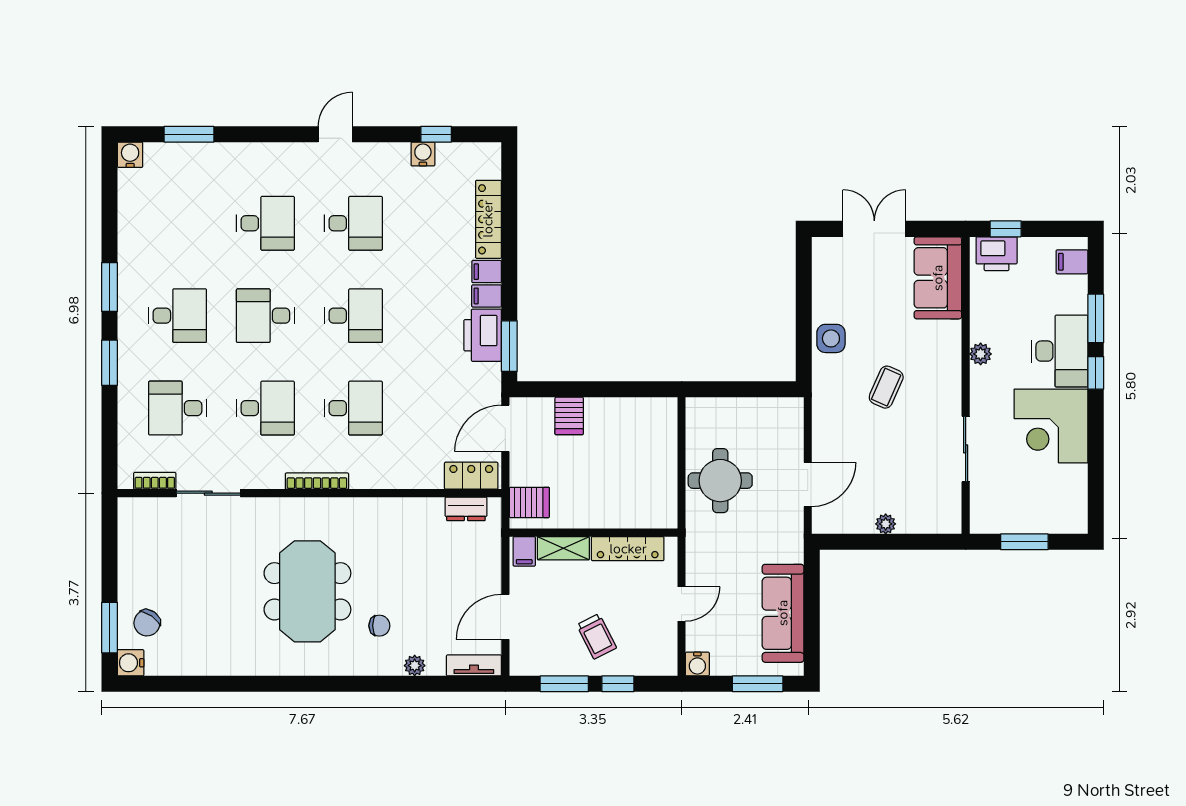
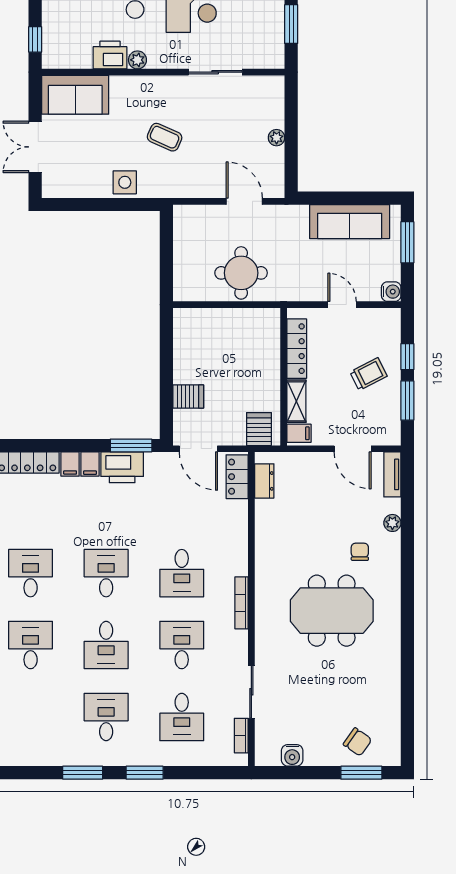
printer: (997, 254) -> (110, 55), moved, turned -90
desk: (353, 408) -> (182, 573), turned 180
water cooler: (131, 663) -> (292, 755), moved

